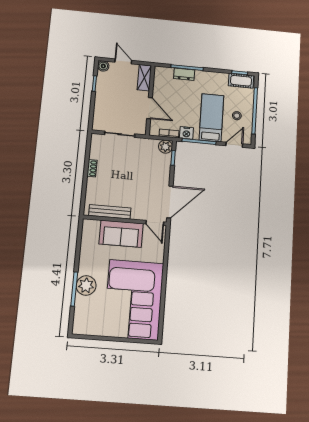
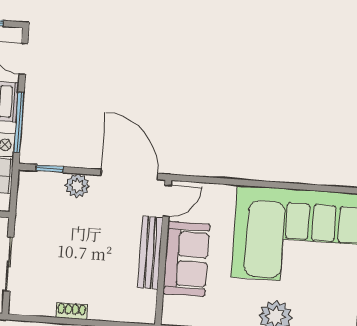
plant: (165, 147) -> (77, 186), moved
bench: (110, 212) -> (150, 253), moved

